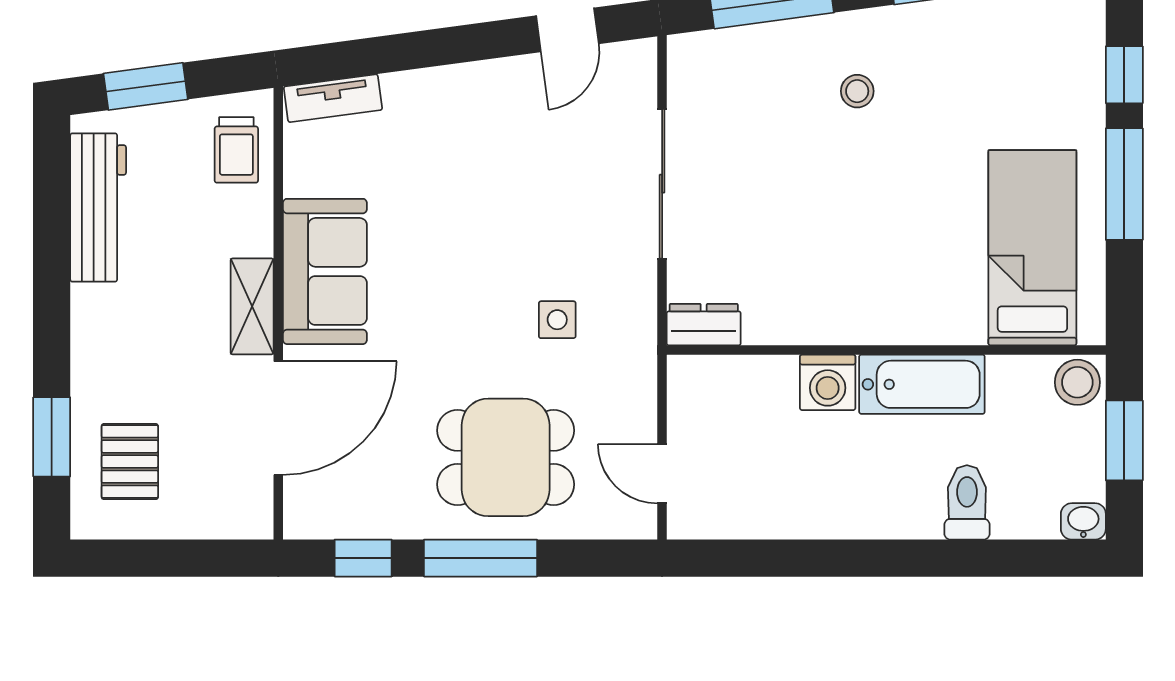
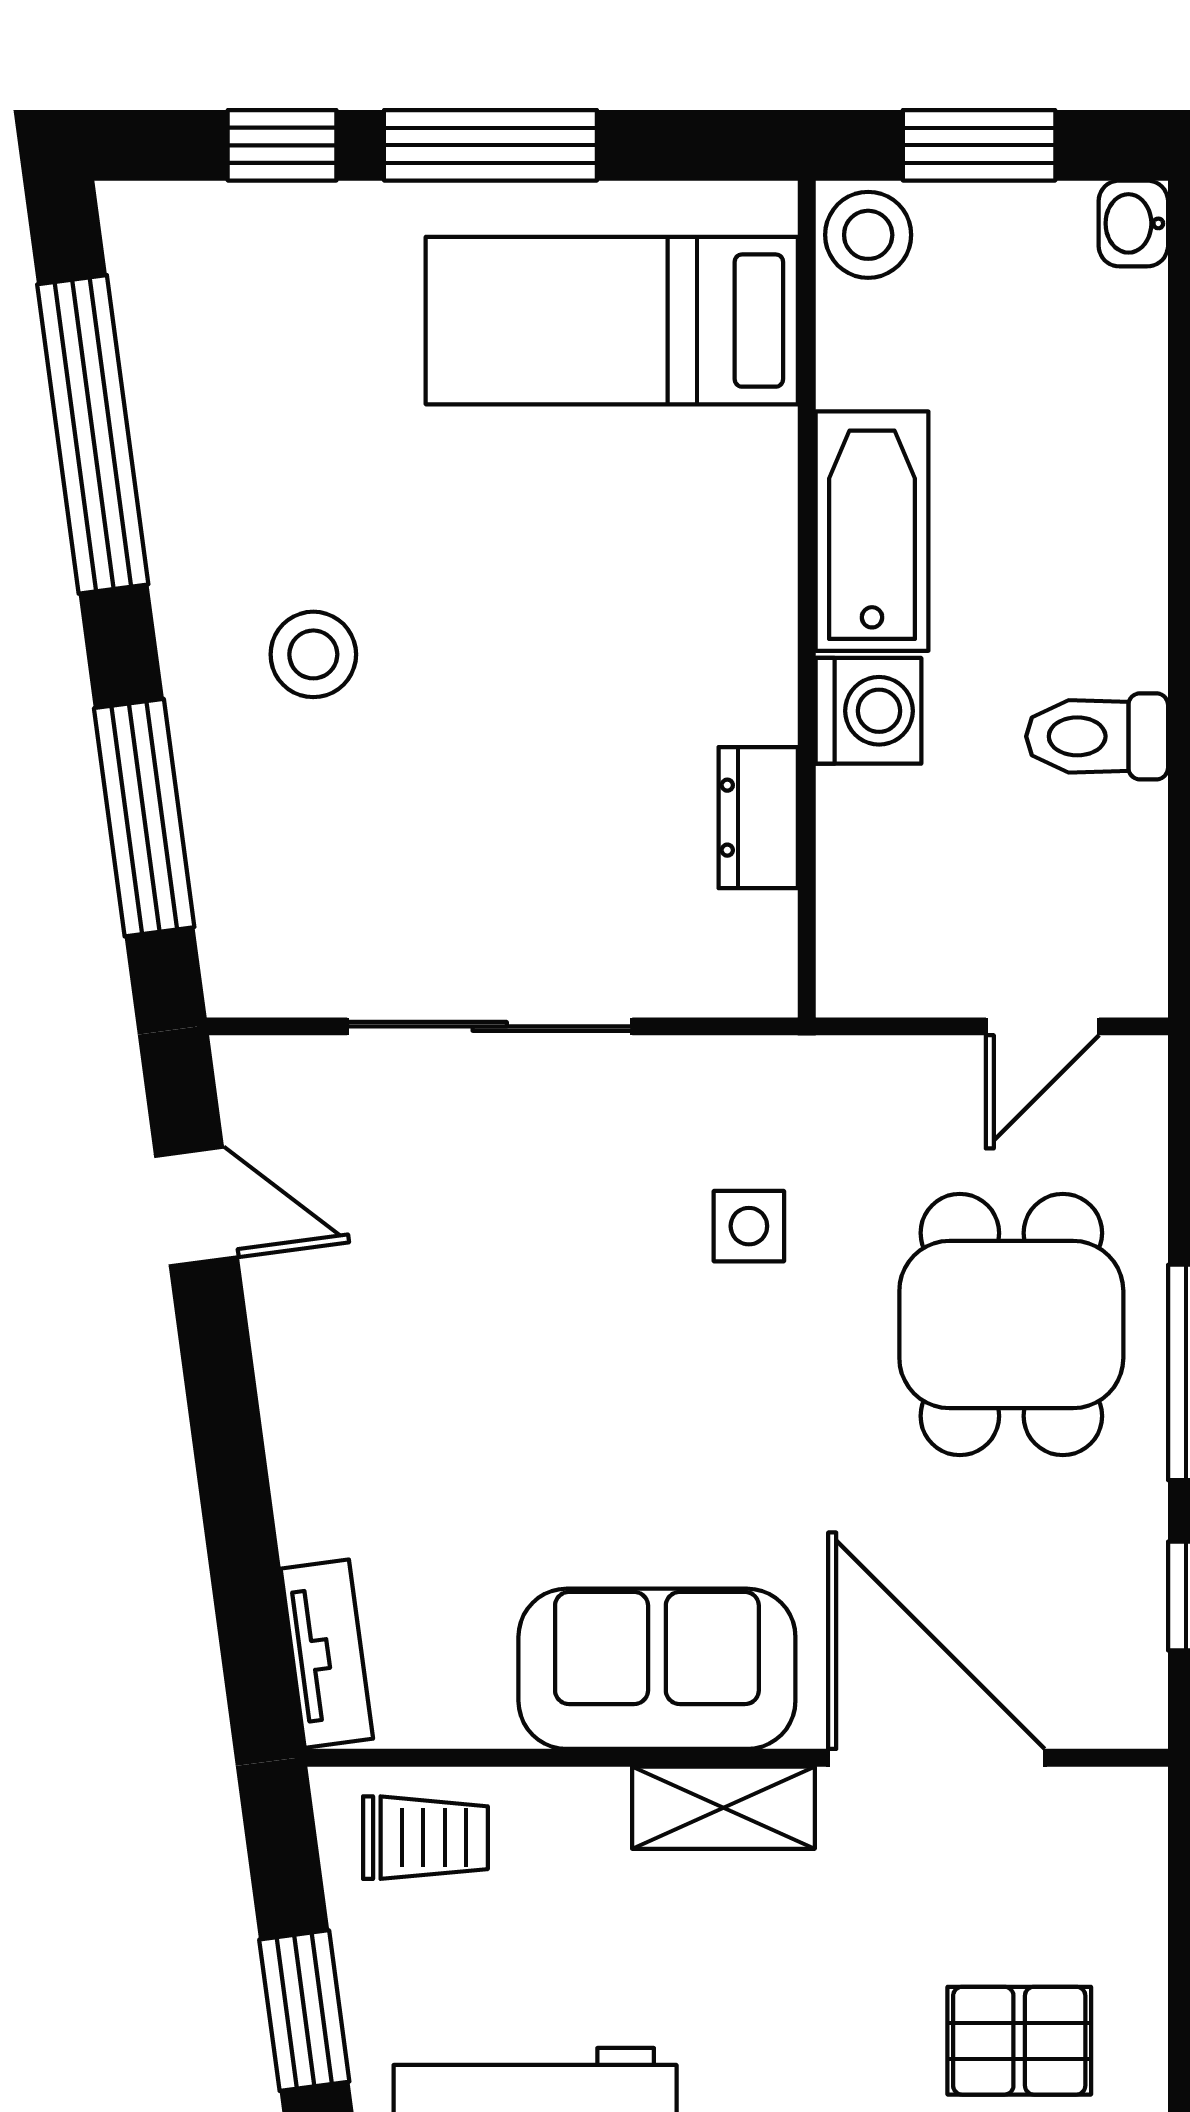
stool: (857, 91) -> (313, 654), width x1.37, depth x1.37
dresser: (704, 325) -> (758, 818), moved
toilet: (967, 502) -> (1097, 736), moved

